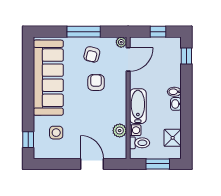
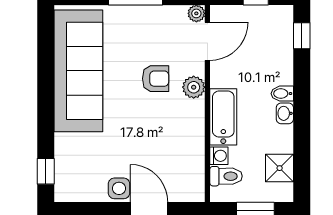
armchair: (92, 54) -> (149, 33), removed
armchair: (96, 82) -> (156, 79), turned 90
plant: (120, 131) -> (194, 87), moved
side table: (56, 133) -> (119, 188), moved

